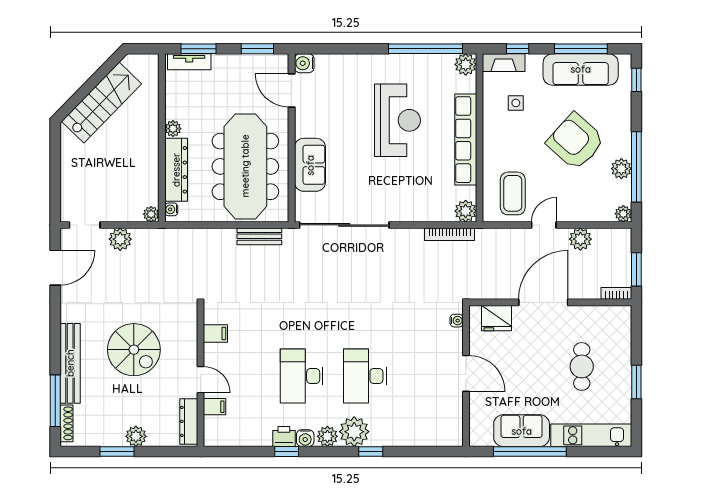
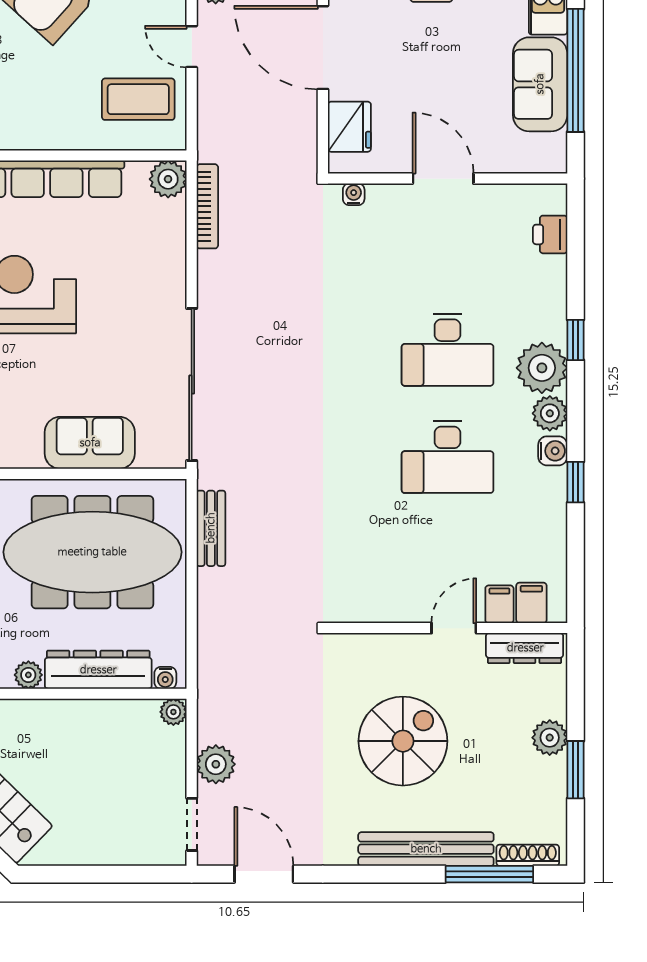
filing cabinet: (215, 333) -> (531, 603), moved
door: (466, 373) -> (443, 179), hinge flipped
printer: (284, 437) -> (550, 234), moved

